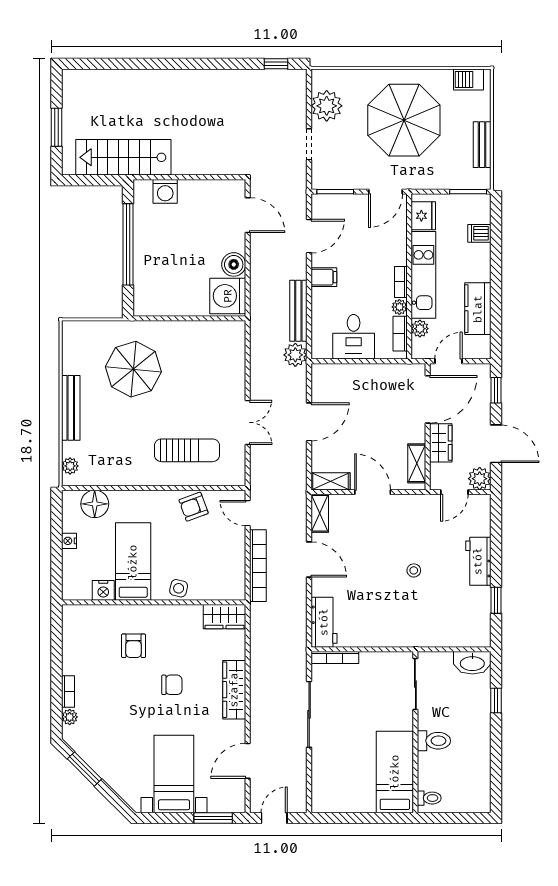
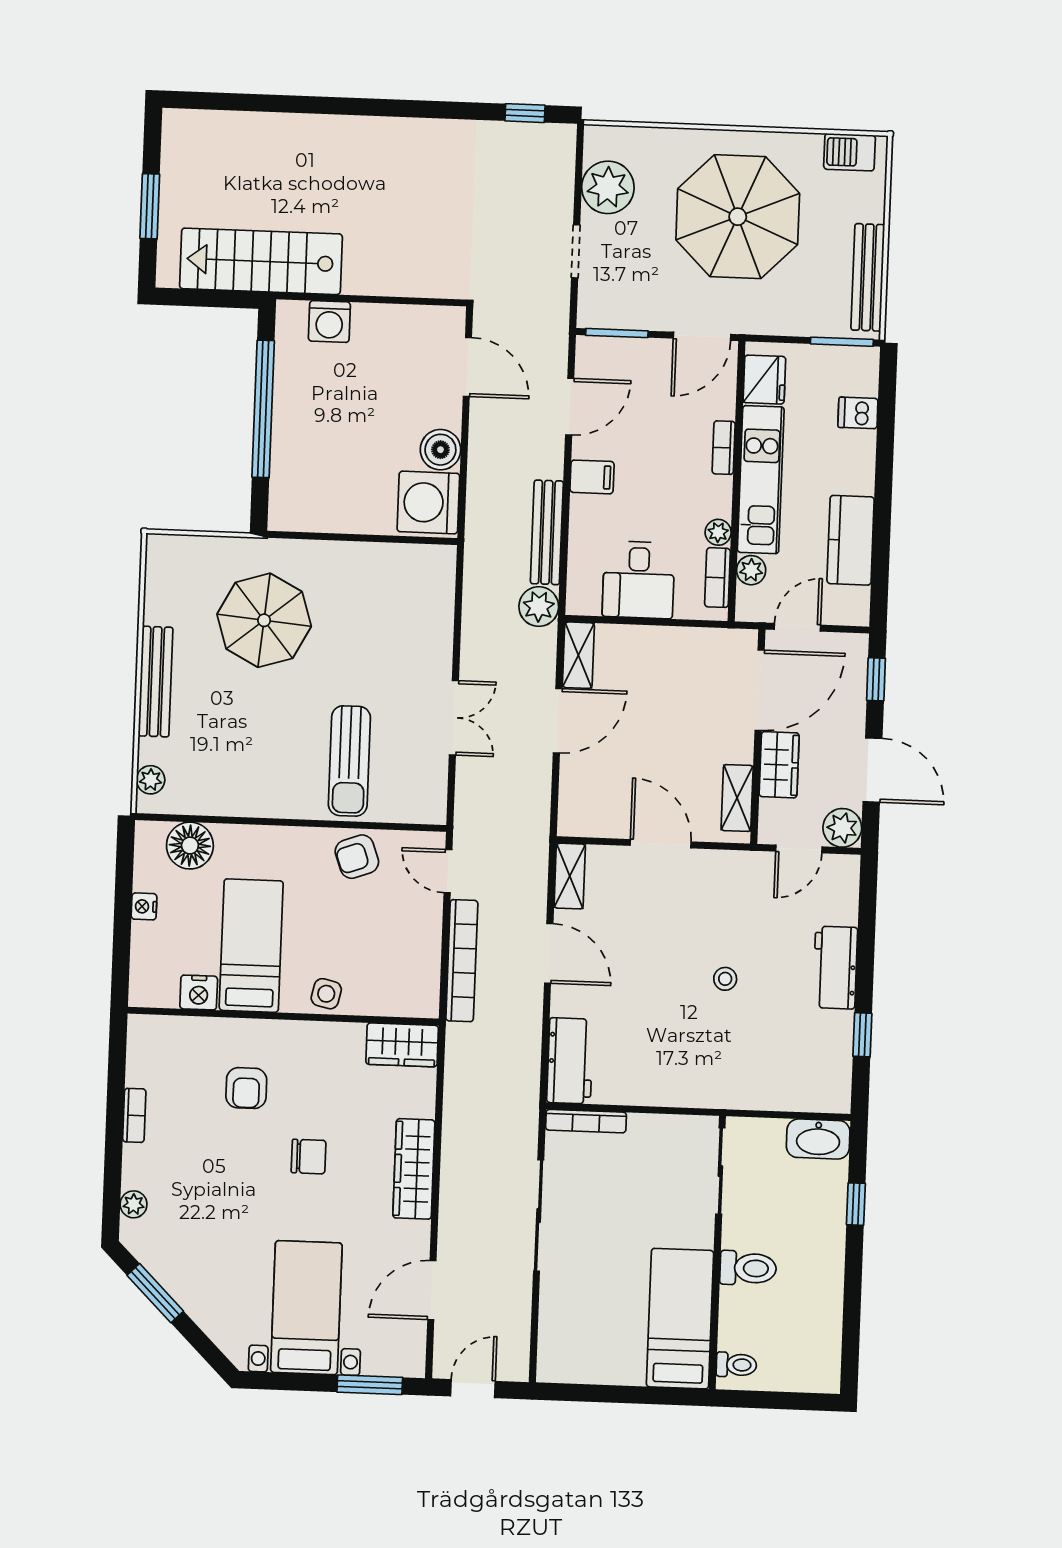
bench: (482, 145) -> (868, 277), width x1.36
bookcase: (401, 282) -> (724, 448), moved
sun lounger: (187, 450) -> (349, 761), turned 90
shelving: (330, 481) -> (578, 655), moved, turned 90
bookcase: (68, 692) -> (134, 1115), moved

